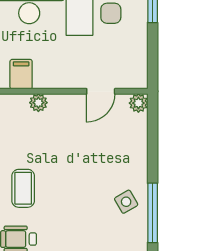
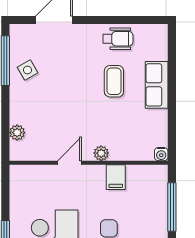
door: (101, 91) -> (69, 163), moved
plant: (138, 103) -> (17, 133), moved

